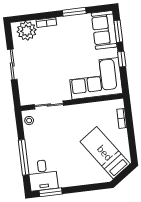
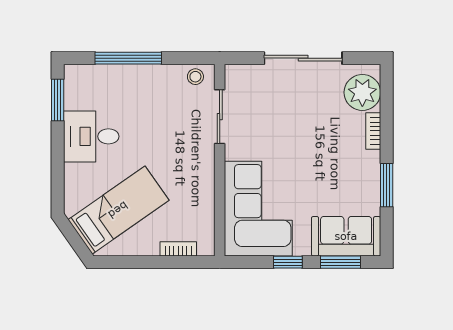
sliding door: (12, 64) -> (303, 58), width x1.37
desk: (43, 175) -> (91, 136), moved

